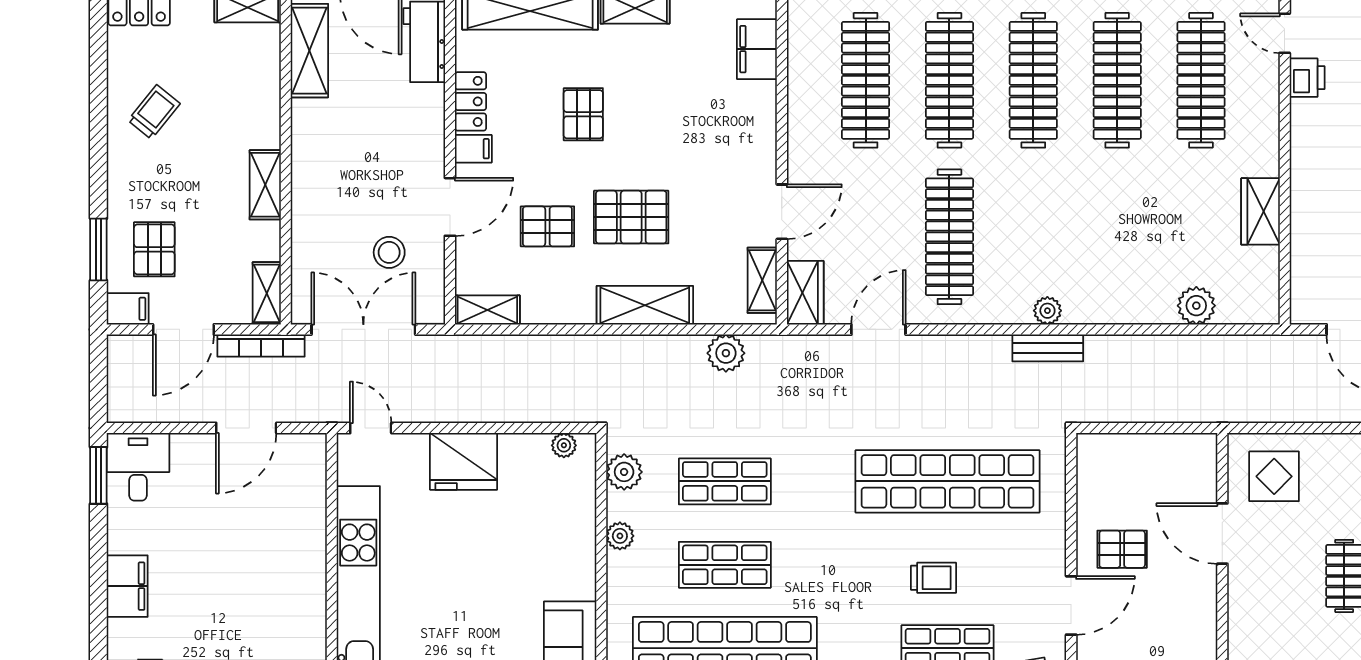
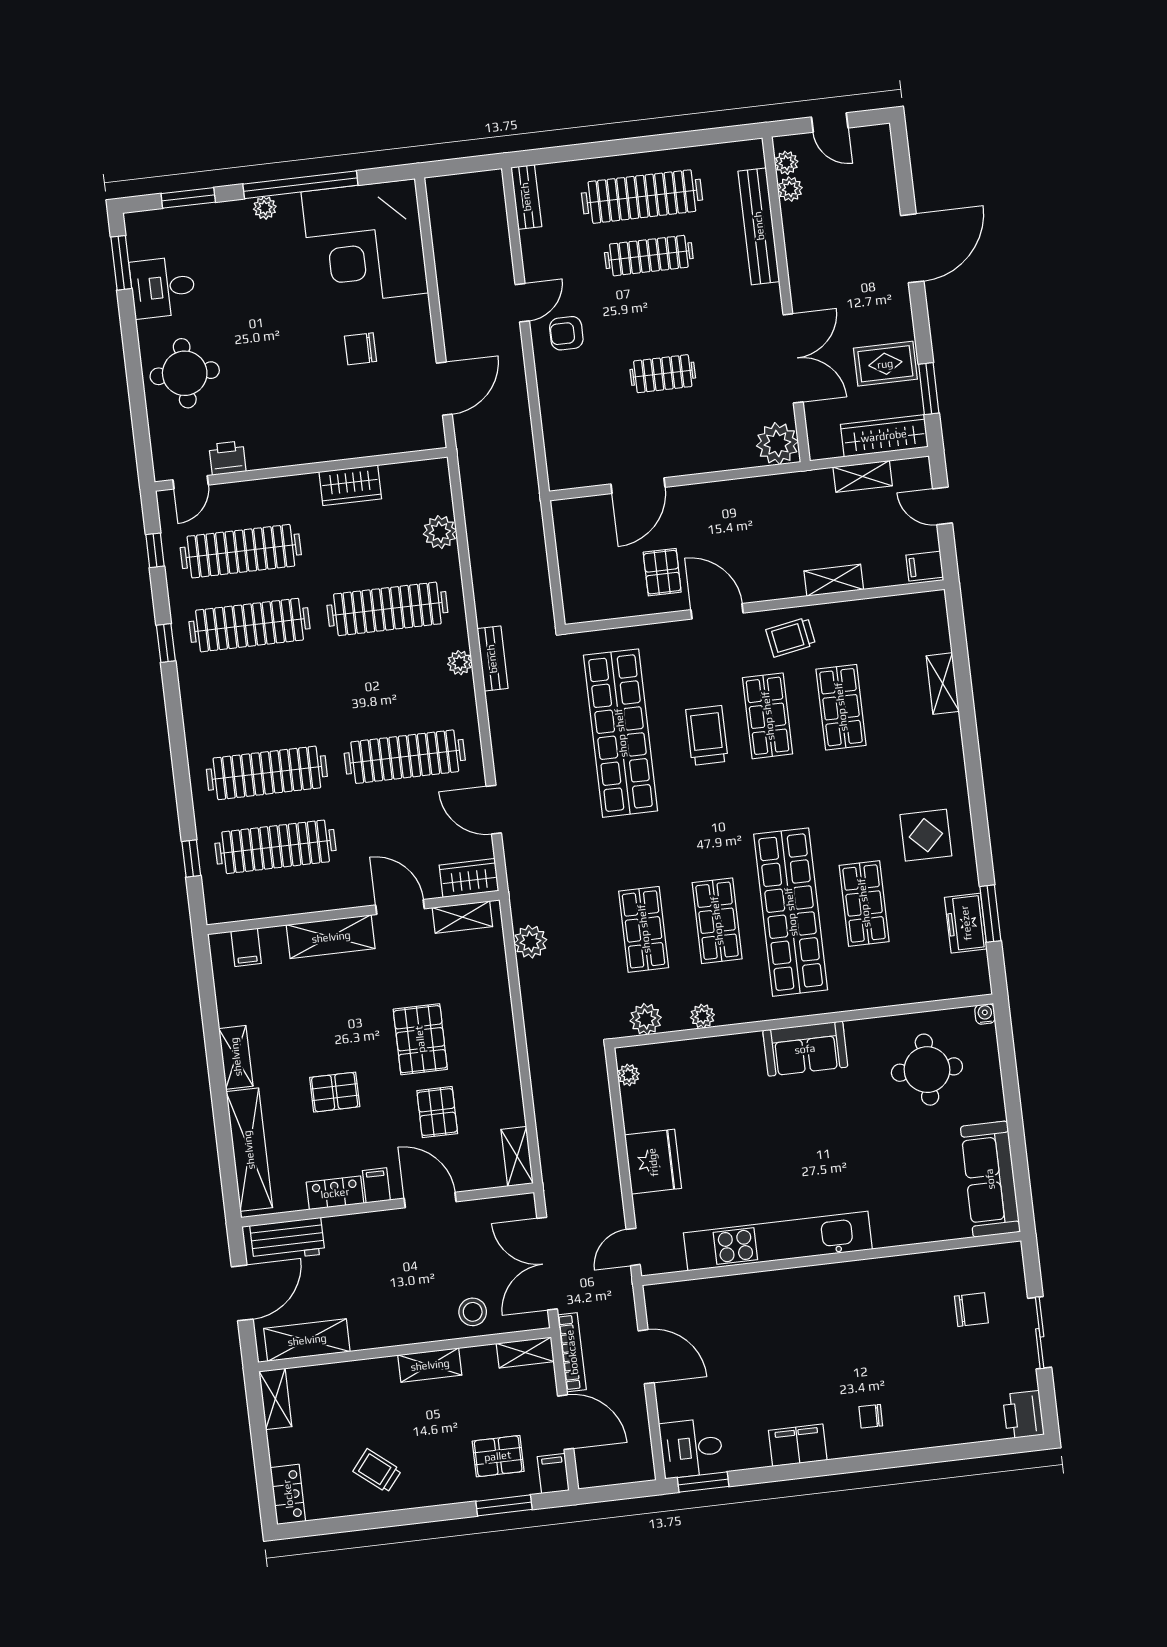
filing cabinet: (757, 49) -> (246, 947), width x0.50
clothes rail: (1033, 80) -> (387, 609), moved
stool: (389, 252) -> (473, 1312), moved
shelving: (645, 305) -> (331, 937), moved, turned 90
display table: (1274, 476) -> (582, 446), removed
trolley: (933, 578) -> (707, 735), width x1.36, depth x1.39

